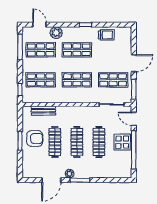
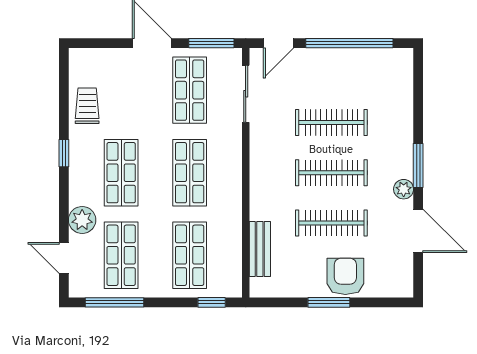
door: (40, 25) -> (64, 258), hinge flipped
armchair: (35, 138) -> (345, 276), moved
display table: (122, 142) -> (332, 69), removed

